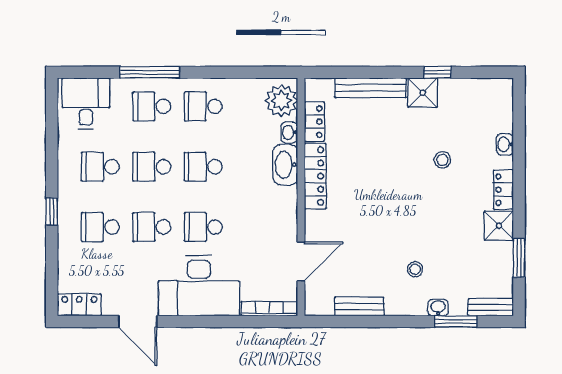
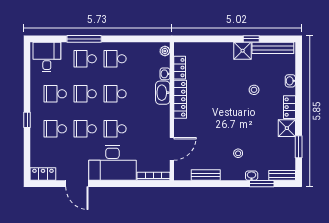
bench: (370, 88) -> (273, 48), moved
plant: (281, 101) -> (165, 51), width x0.53, depth x0.53

